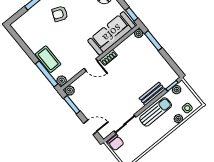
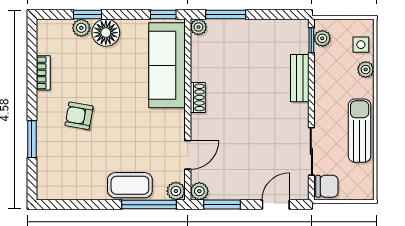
armchair: (60, 14) -> (79, 116), turned 78
door: (91, 65) -> (188, 155), moved
sun lounger: (156, 112) -> (360, 131), moved

